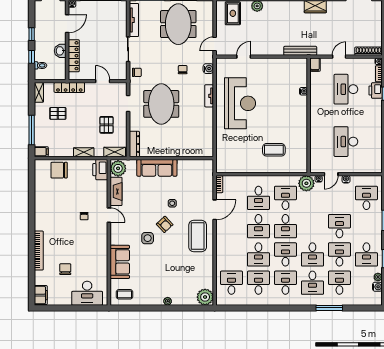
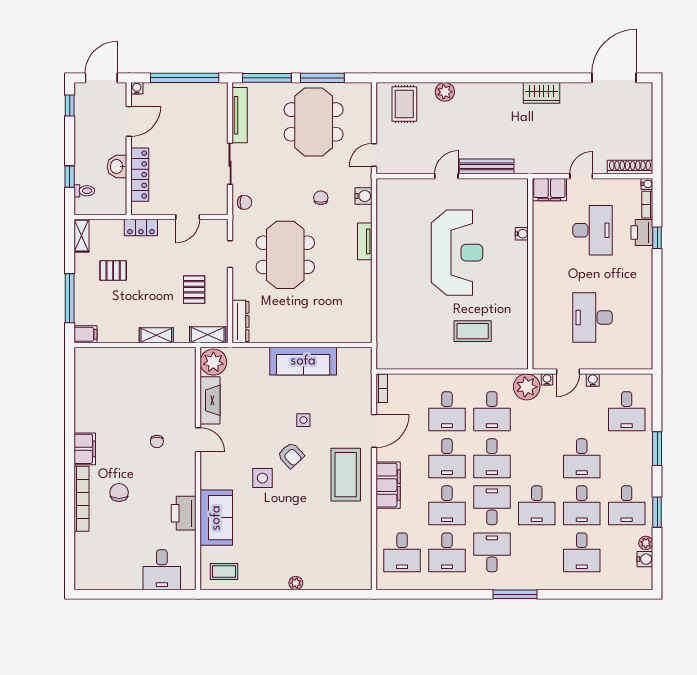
window: (32, 34) -> (70, 106), moved
bench: (300, 51) -> (487, 166), moved
door: (244, 57) -> (446, 176), moved
filing cabinet: (315, 65) -> (549, 190), width x2.00
door: (103, 81) -> (188, 217), swing flipped
locker: (69, 87) -> (141, 227), width x0.66
desk: (346, 89) -> (593, 230), turned 180
reception desk: (240, 103) -> (457, 253), moved
sofa: (157, 168) -> (303, 361), moved
chair: (59, 170) -> (115, 365), removed
printer: (100, 170) -> (184, 513), moved
desk: (285, 198) -> (492, 411), turned 180
desk: (366, 198) -> (627, 411), turned 180
desk: (339, 226) -> (582, 458), turned 180
filing cabinet: (223, 242) -> (388, 485), added
desk: (339, 254) -> (582, 505), turned 180
chair: (65, 269) -> (119, 492), moved
desk: (231, 283) -> (402, 552), turned 180
desk: (258, 283) -> (447, 552), turned 180
desk: (312, 283) -> (537, 552), removed
desk: (339, 283) -> (582, 552), turned 180
desk: (87, 293) -> (162, 570), width x0.73
filing cabinet: (41, 295) -> (85, 449), moved
plant: (205, 297) -> (358, 576), removed
window: (329, 308) -> (515, 594), moved

